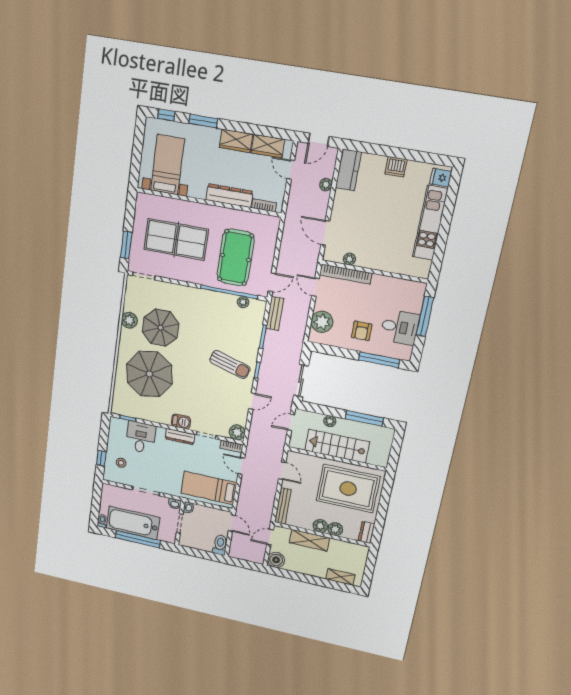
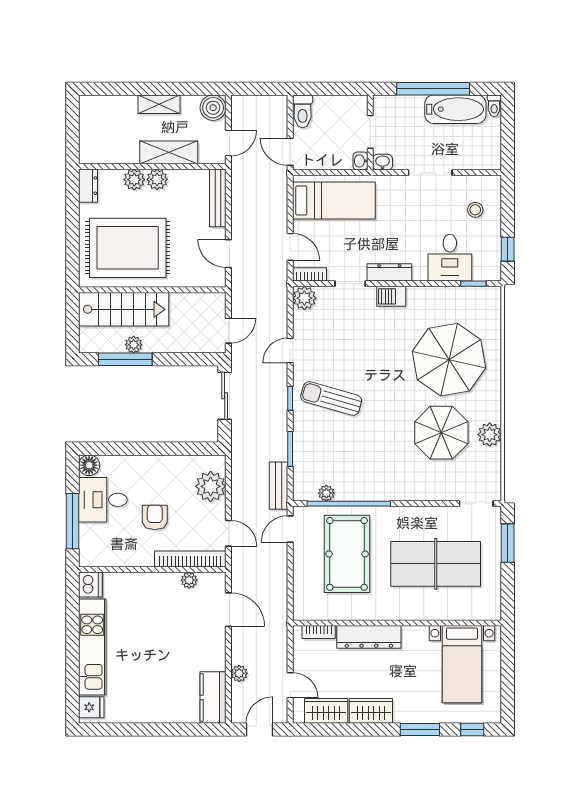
dishwasher: (396, 167) -> (90, 585), moved, turned 90
armchair: (362, 331) -> (155, 517), moved
floor lamp: (404, 353) -> (89, 465), added
window: (379, 360) -> (122, 449), removed
plant: (330, 421) -> (134, 345), moved
stairs: (337, 446) -> (124, 309), moved
window: (101, 458) -> (508, 249), moved
bathtub: (133, 523) -> (455, 109), width x0.73, depth x0.73
shelving: (340, 577) -> (159, 104), moved

